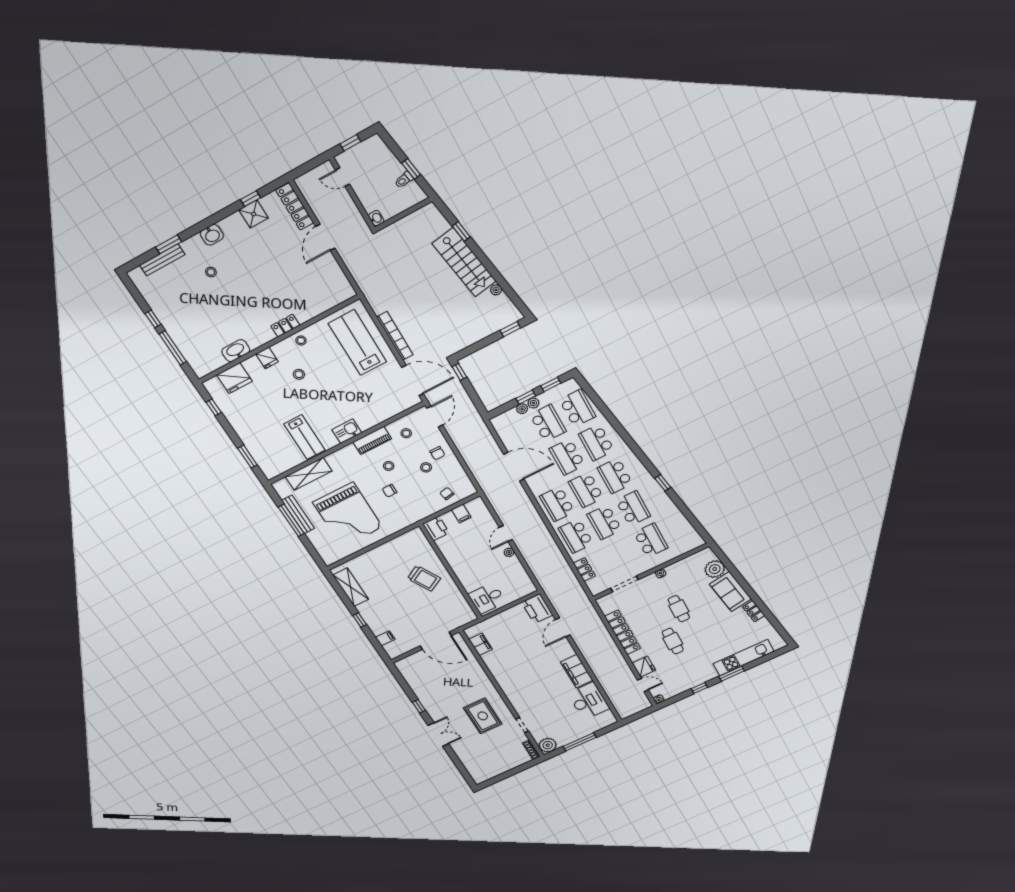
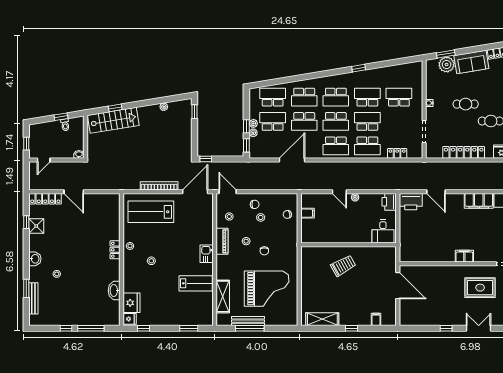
stairs: (464, 262) -> (113, 120), moved
fridge: (267, 358) -> (130, 319), moved
window: (551, 384) -> (246, 145), moved
school desk: (604, 522) -> (367, 121), turned 180
printer: (436, 528) -> (389, 202), moved, turned -90
window: (727, 563) -> (446, 54), added
door: (436, 641) -> (398, 286), hinge flipped
filing cabinet: (481, 644) -> (464, 256), moved

